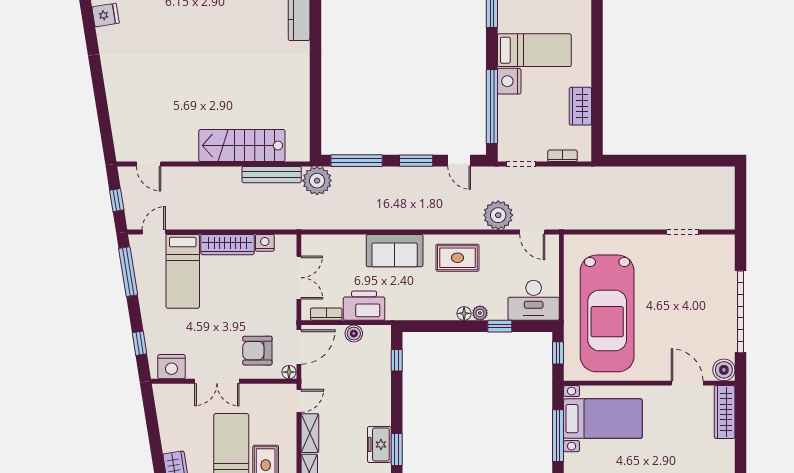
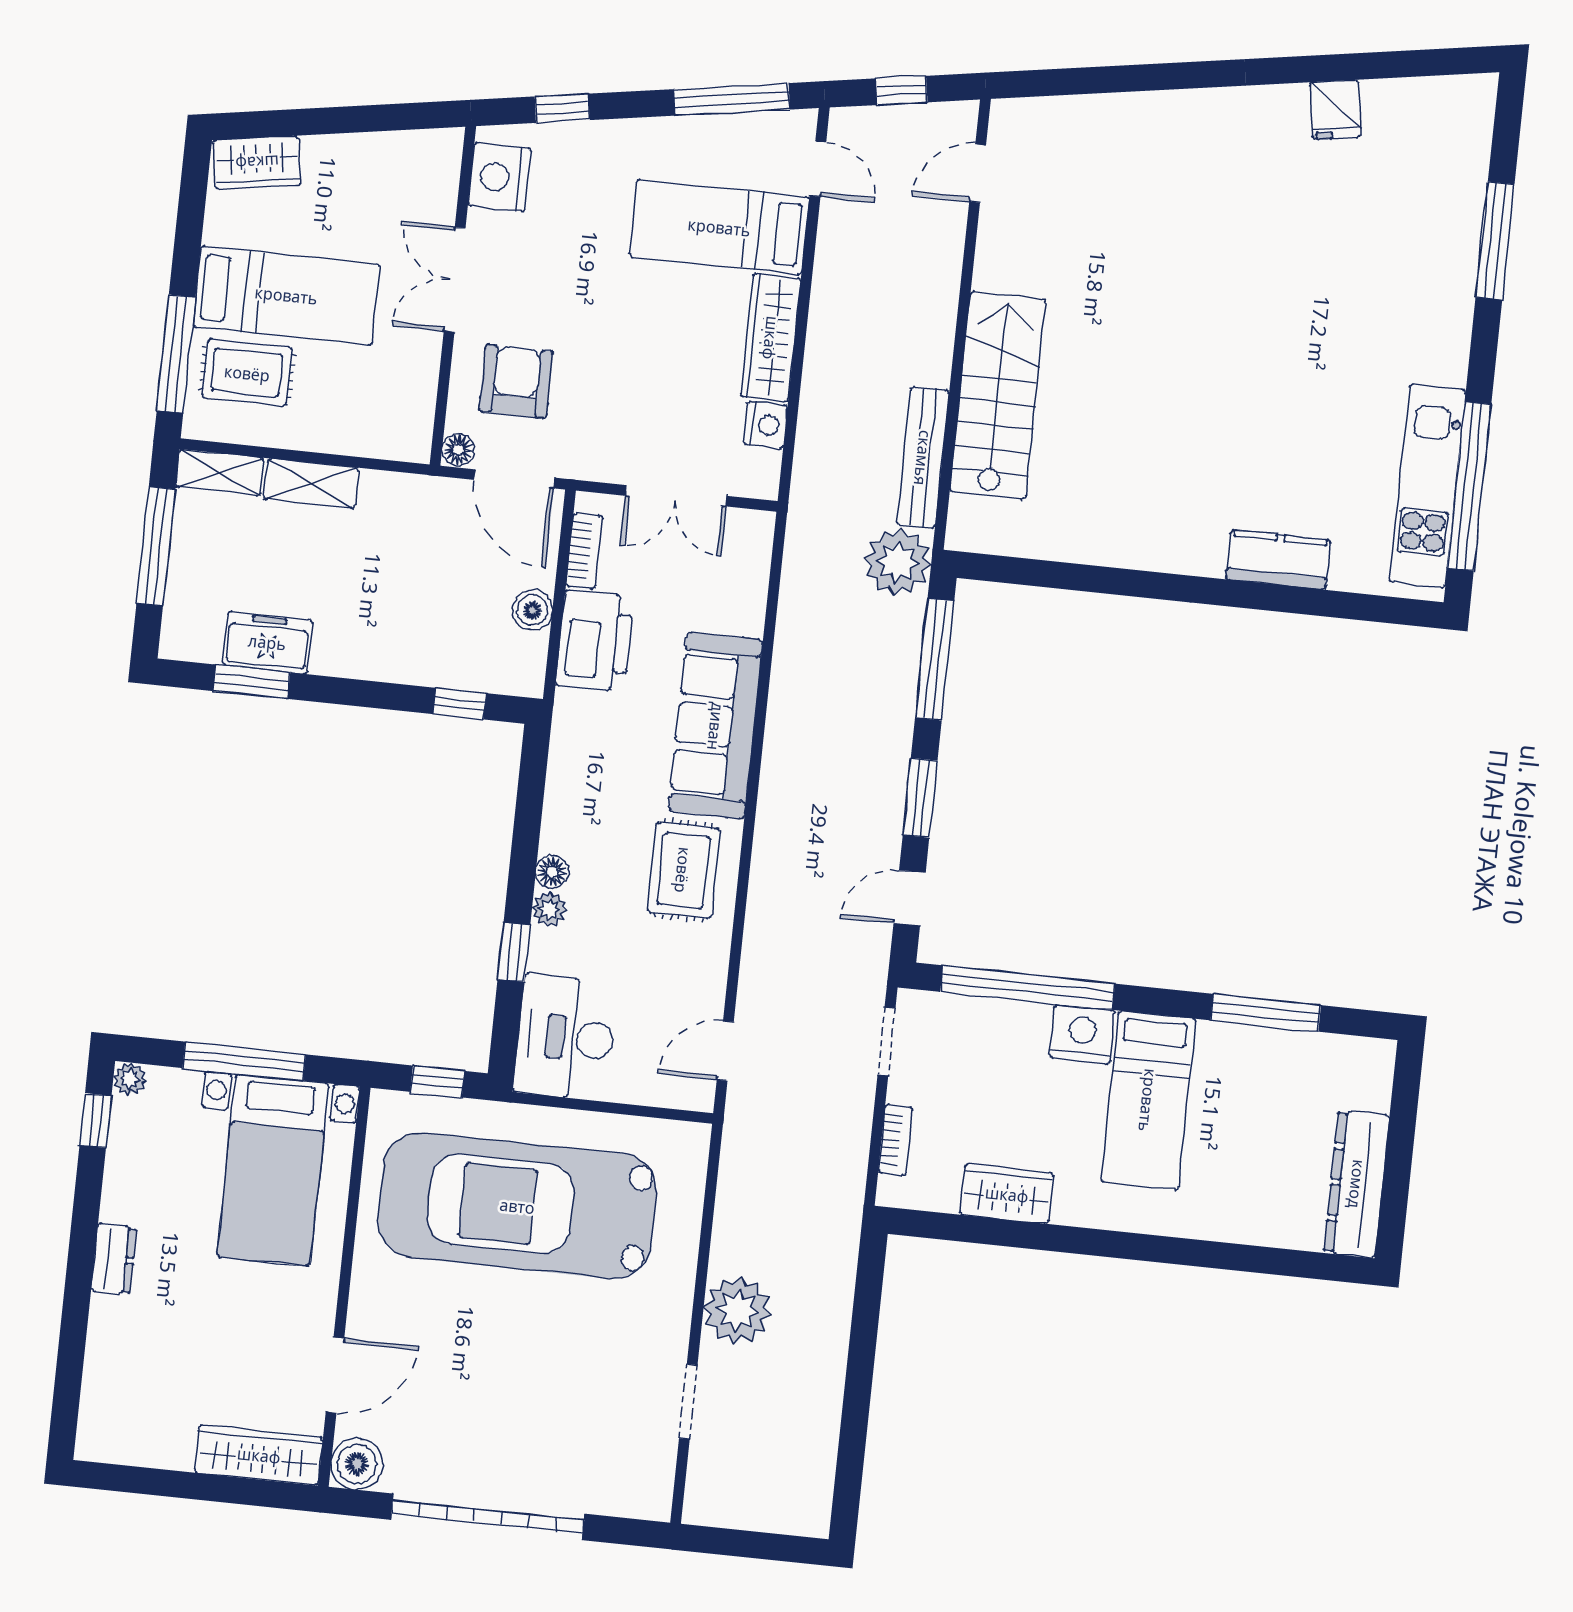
plant: (498, 215) -> (738, 1311), moved
sofa: (395, 251) -> (716, 726), width x1.36
door: (299, 401) -> (389, 466), removed

